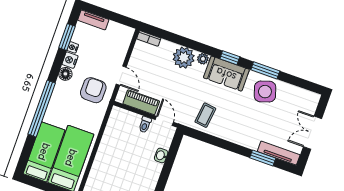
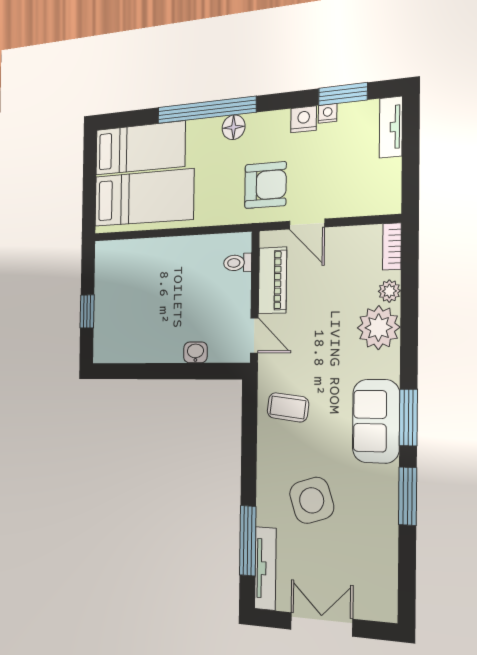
window: (230, 58) -> (408, 417), width x1.50
plant: (203, 59) -> (389, 291), moved
floor lamp: (65, 74) -> (234, 127), moved
door: (121, 76) -> (307, 224), hinge flipped
side table: (265, 92) -> (312, 500), moved
door: (164, 121) -> (254, 336), hinge flipped
toilet: (145, 125) -> (238, 263), moved
window: (263, 158) -> (248, 541), width x1.44

